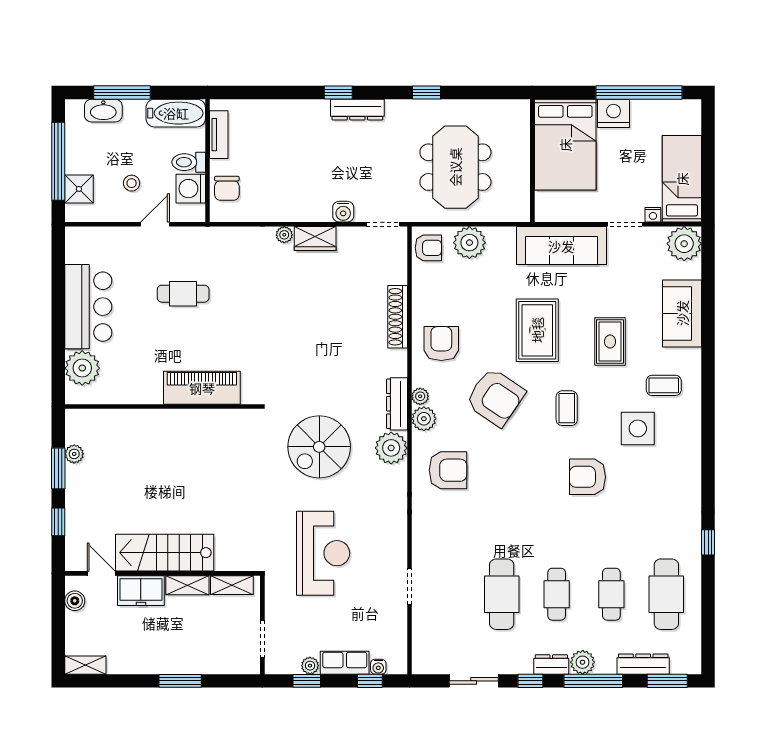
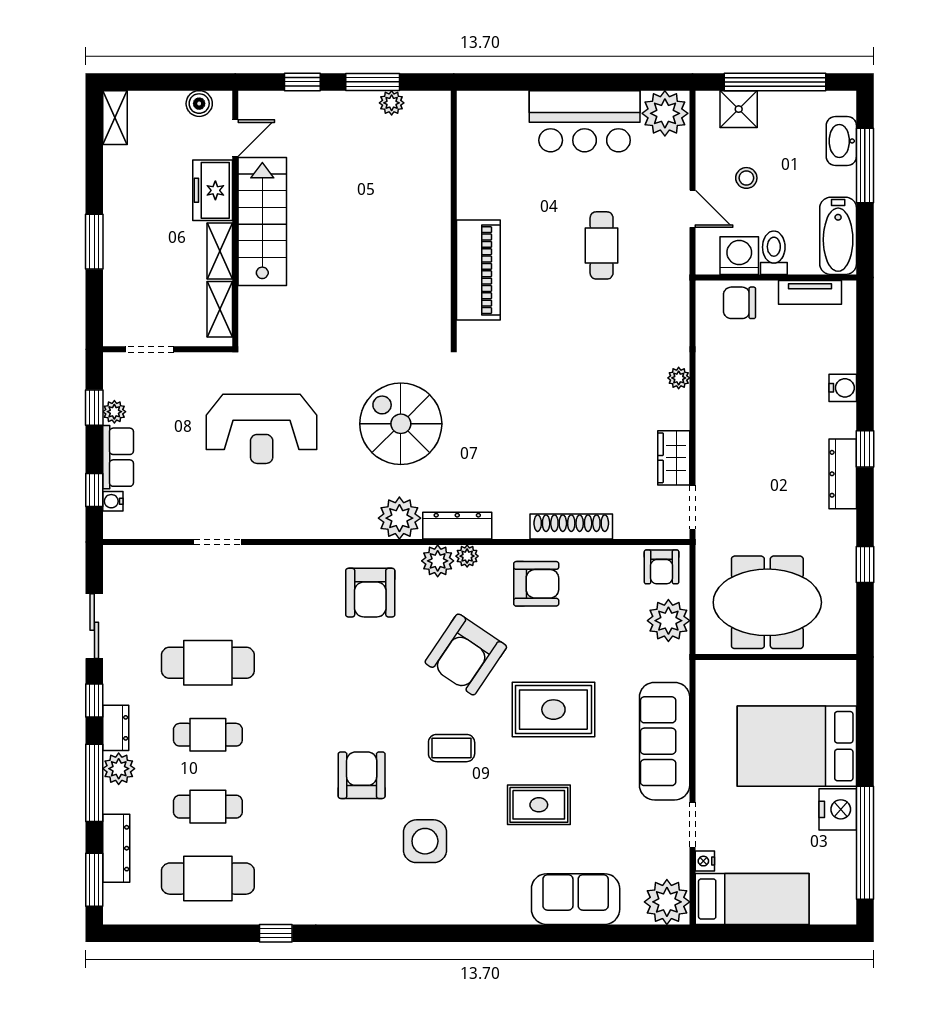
wall: (532, 161) -> (776, 657), moved
water cooler: (343, 212) -> (843, 388), moved, turned 180
wardrobe: (315, 239) -> (674, 458), moved
plant: (82, 368) -> (665, 113), moved
coffee table: (664, 385) -> (481, 875), removed

